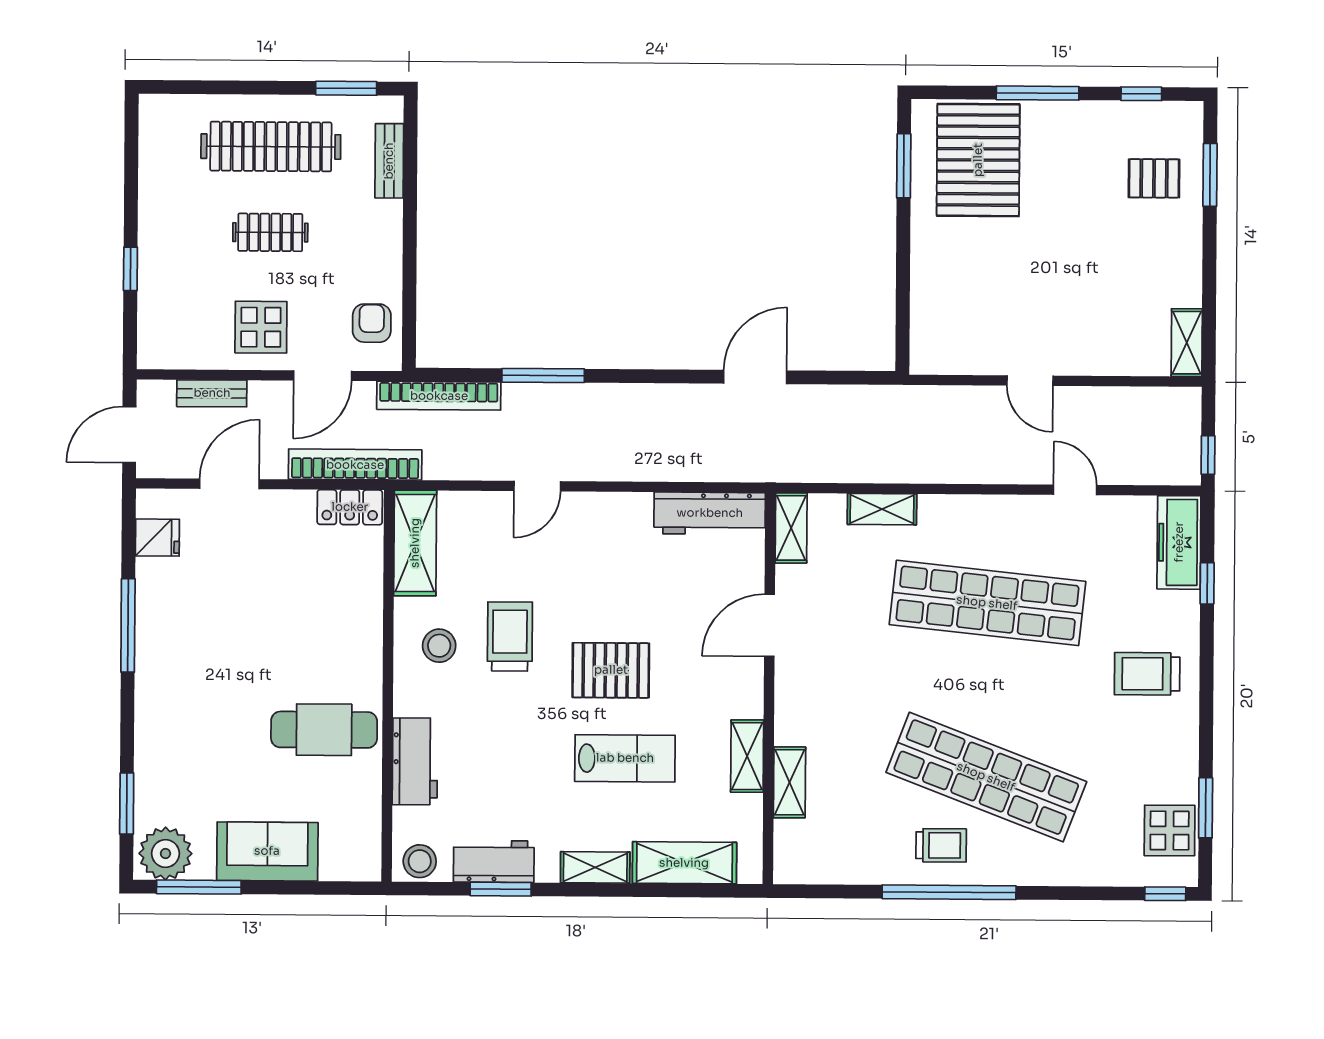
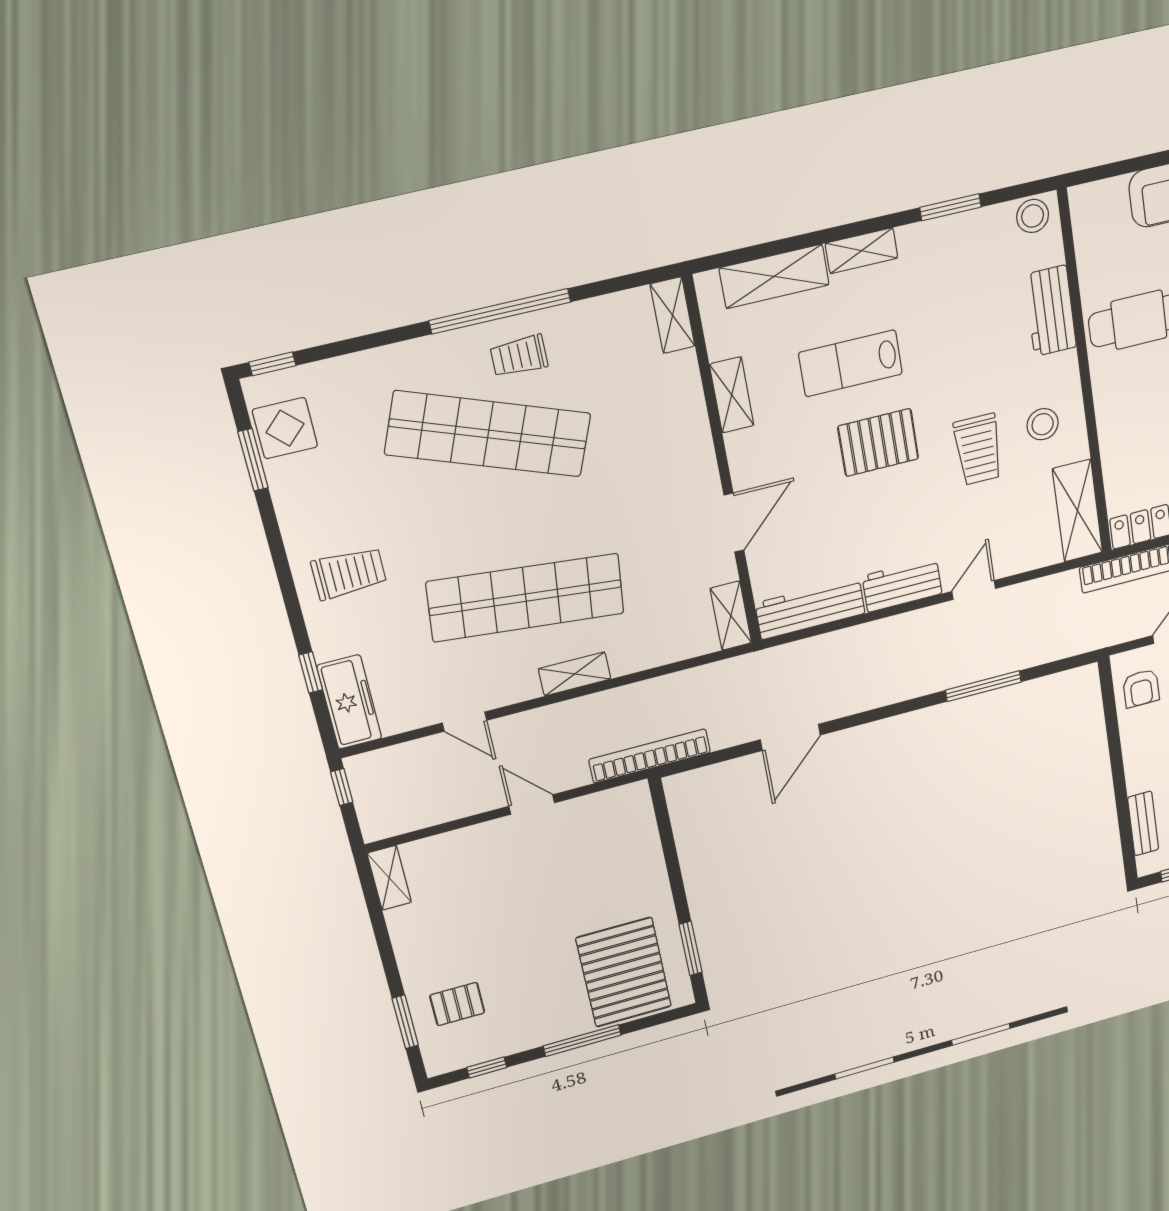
bookcase: (439, 396) -> (650, 756), moved
shelving: (882, 509) -> (575, 674), moved
shelving: (789, 782) -> (673, 315), moved
workbench: (494, 861) -> (902, 585), moved, turned 180

